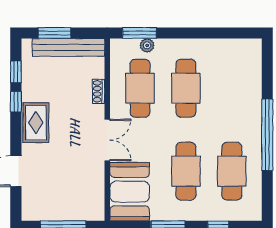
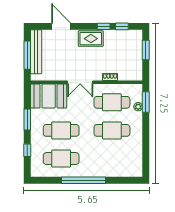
bench: (68, 47) -> (36, 52), moved

